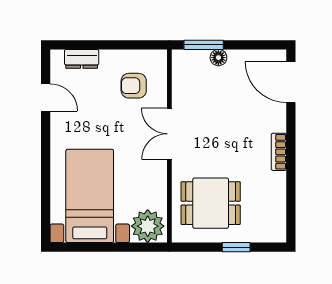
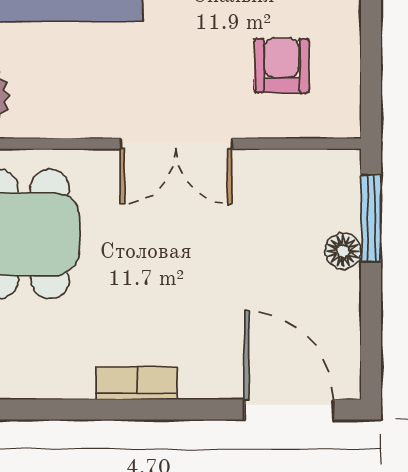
door: (291, 82) -> (289, 410), hinge flipped
double door: (169, 134) -> (176, 144), swing flipped

